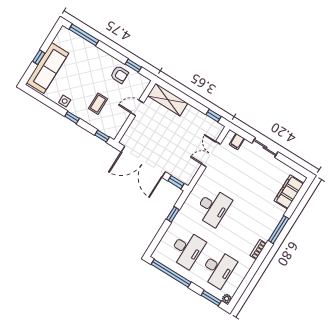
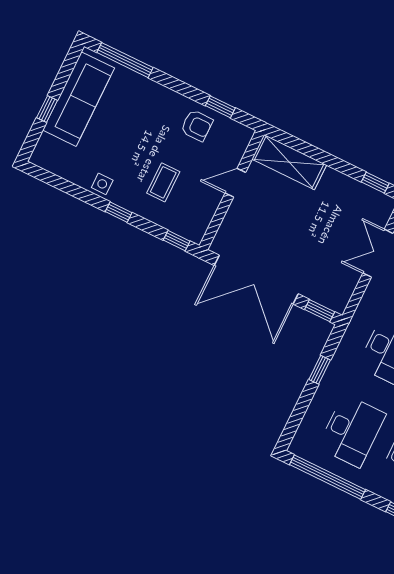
sofa: (48, 68) -> (79, 99), moved

